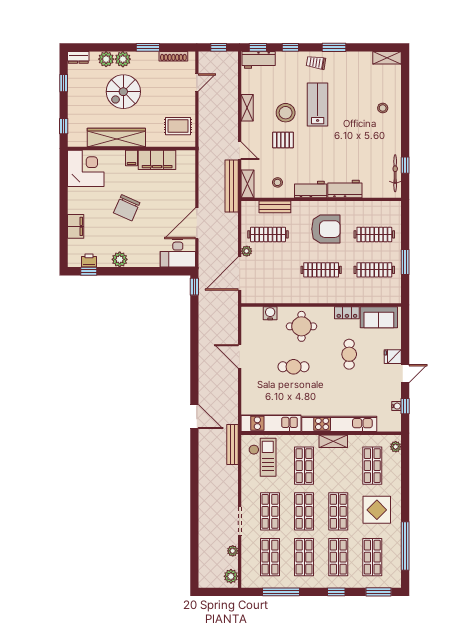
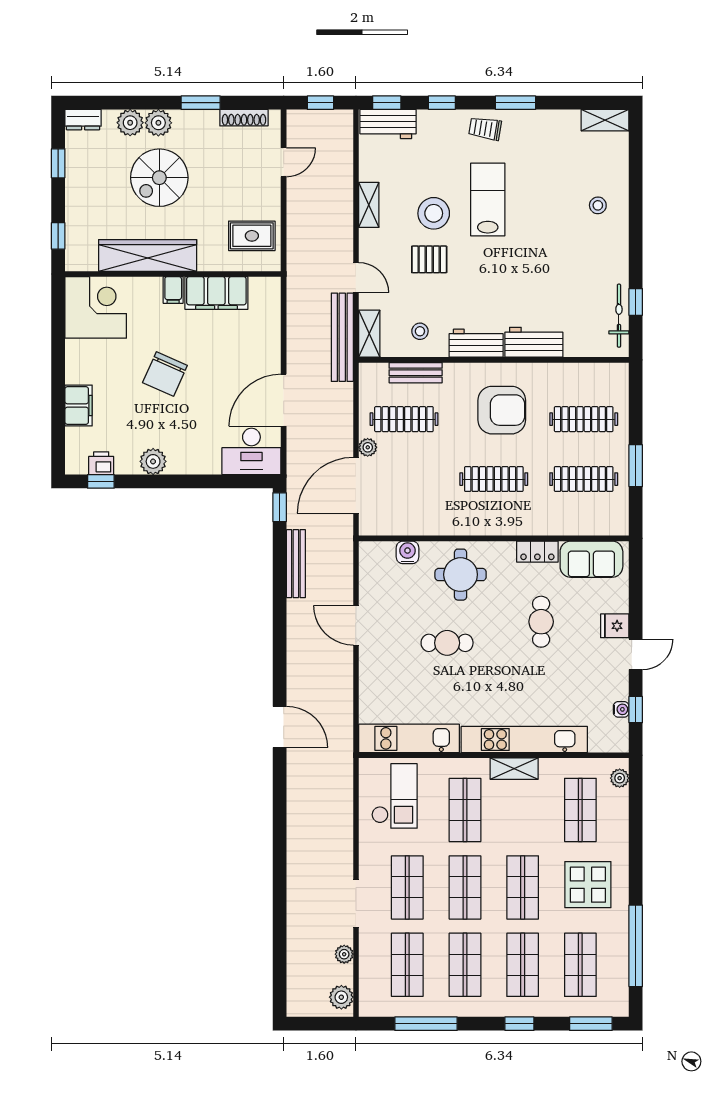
bench: (232, 445) -> (296, 564), moved

